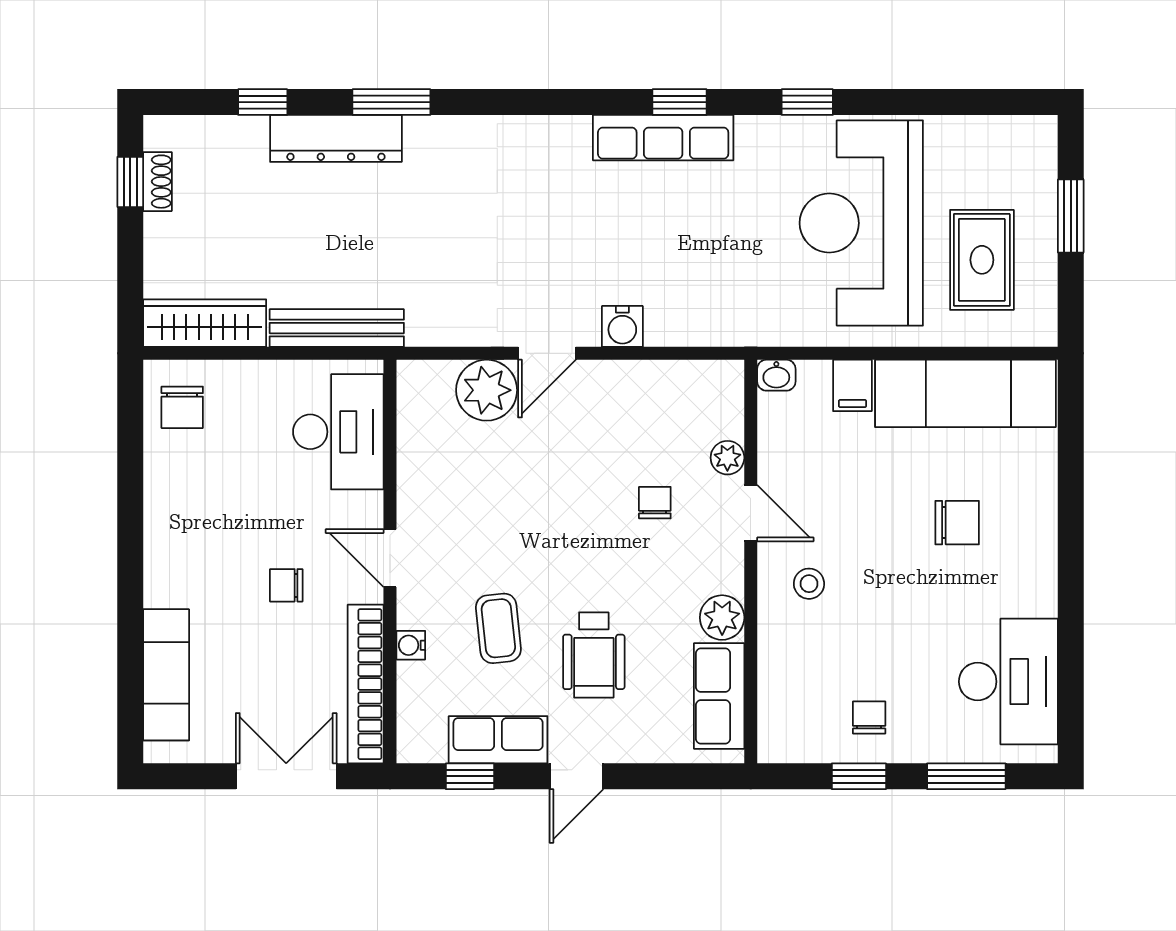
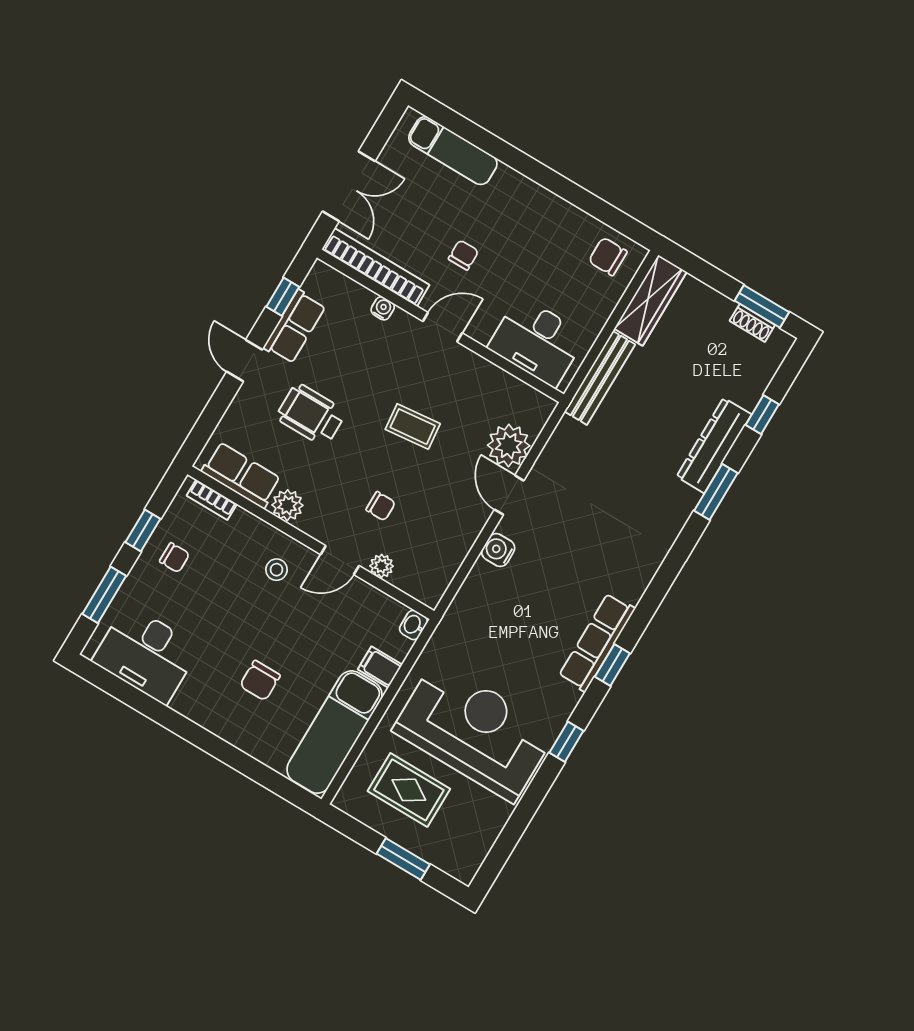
window: (130, 182) -> (762, 306), width x1.50
coffee table: (498, 628) -> (413, 427), moved
bookcase: (771, 714) -> (212, 500), added

